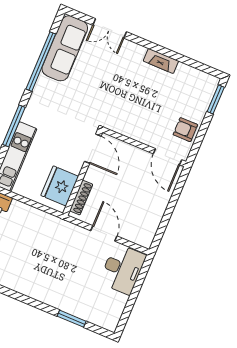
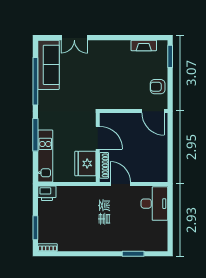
fireplace: (161, 61) -> (144, 45), moved
door: (93, 149) -> (98, 138), moved
door: (104, 233) -> (120, 184), moved

